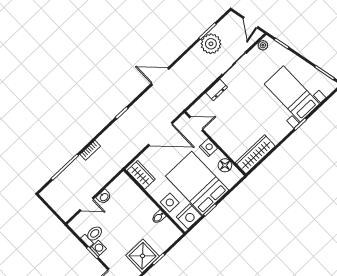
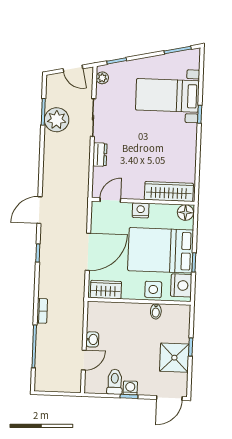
door: (160, 76) -> (39, 210), moved
door: (160, 134) -> (88, 252), moved
wardrobe: (255, 154) -> (169, 191), moved, turned 90
floor lamp: (225, 165) -> (185, 213), moved

